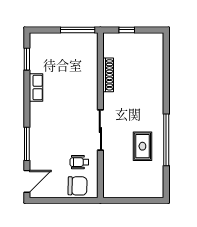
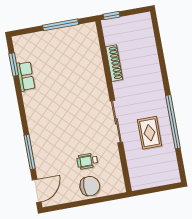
shoe rack: (108, 75) -> (114, 63), moved
row of seats: (36, 87) -> (26, 76), moved
wall: (100, 115) -> (114, 106), moved
sliding door: (100, 130) -> (116, 121), moved

